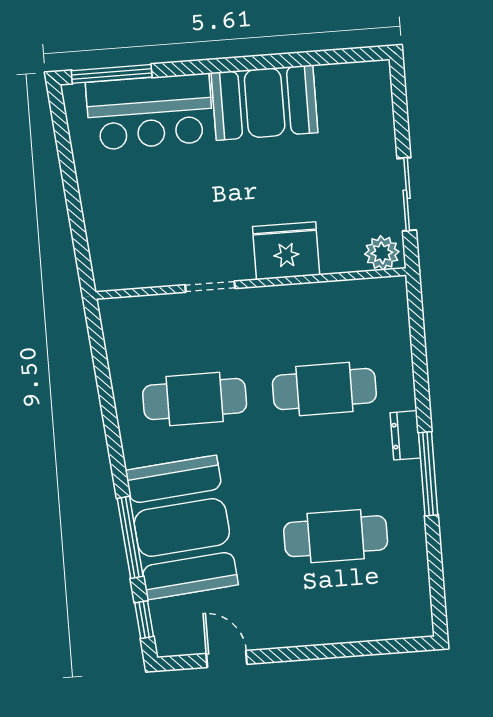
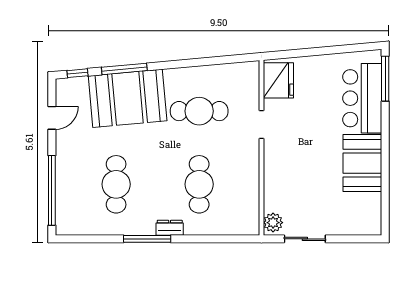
fridge: (286, 251) -> (278, 80), moved
cafe table: (195, 399) -> (199, 111), turned 90
window: (355, 649) -> (52, 190), added

